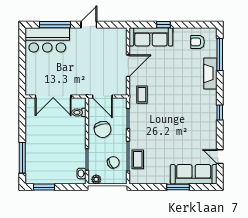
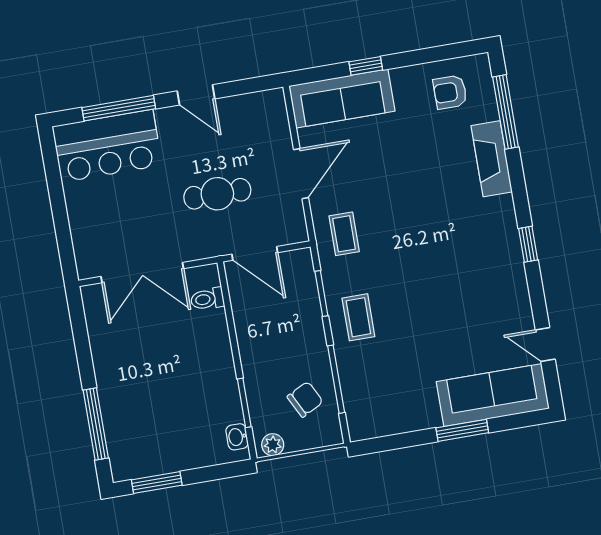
door: (89, 25) -> (196, 95), swing flipped
cafe table: (91, 68) -> (217, 194), added
chair: (103, 129) -> (268, 328), removed
coffee table: (138, 159) -> (358, 317), moved

